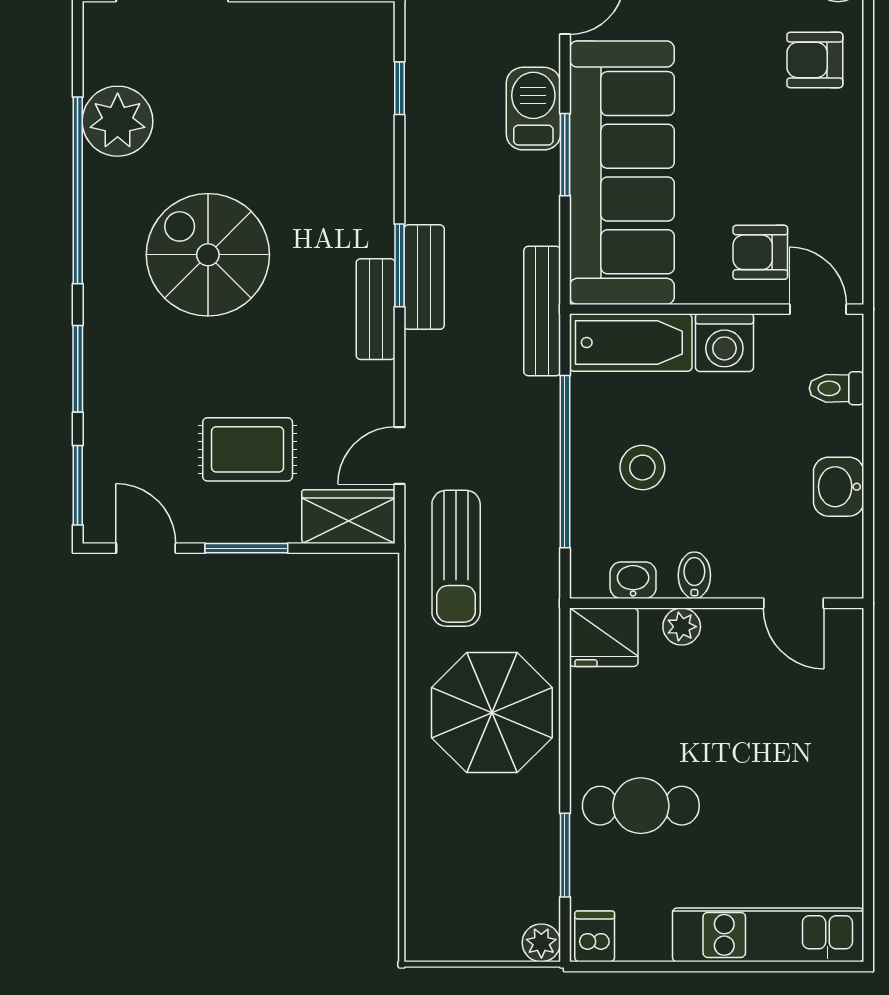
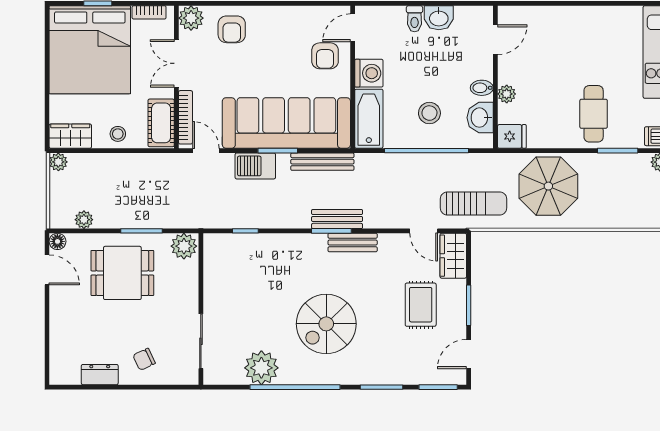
bench: (542, 311) -> (322, 162), moved
toilet: (837, 388) -> (415, 19), moved
washbasin: (633, 580) -> (480, 118), width x1.38, depth x1.45
fridge: (604, 637) -> (512, 136), width x0.72

